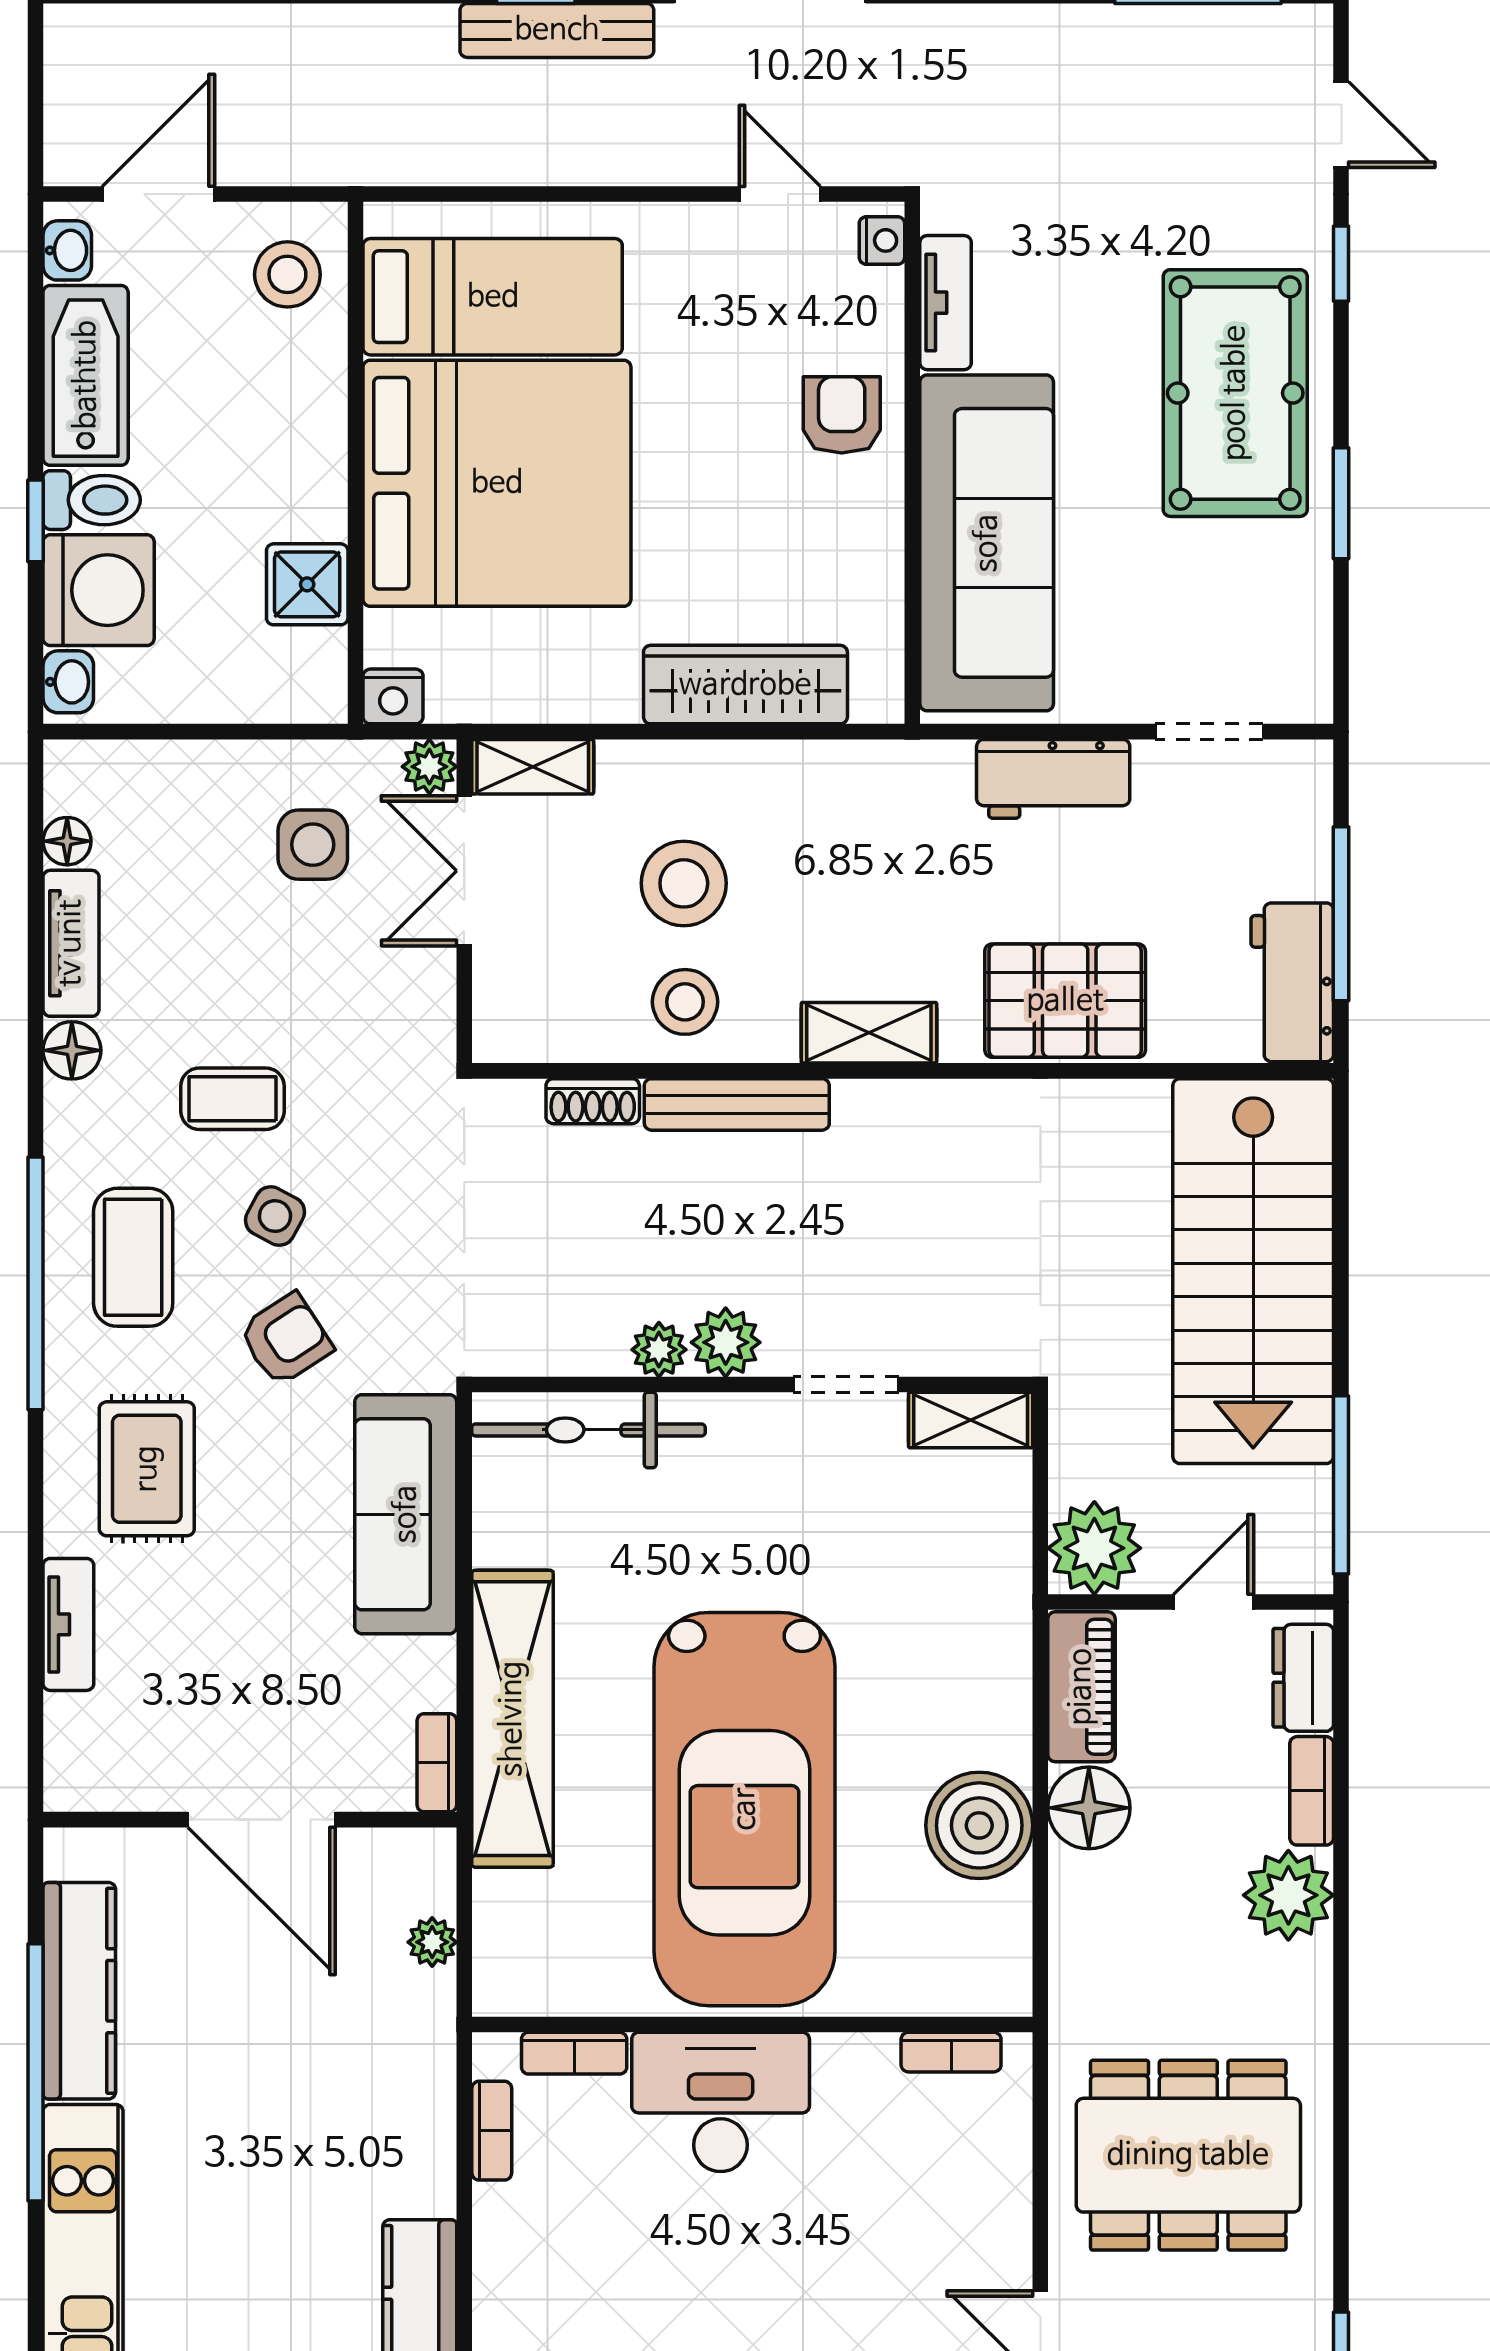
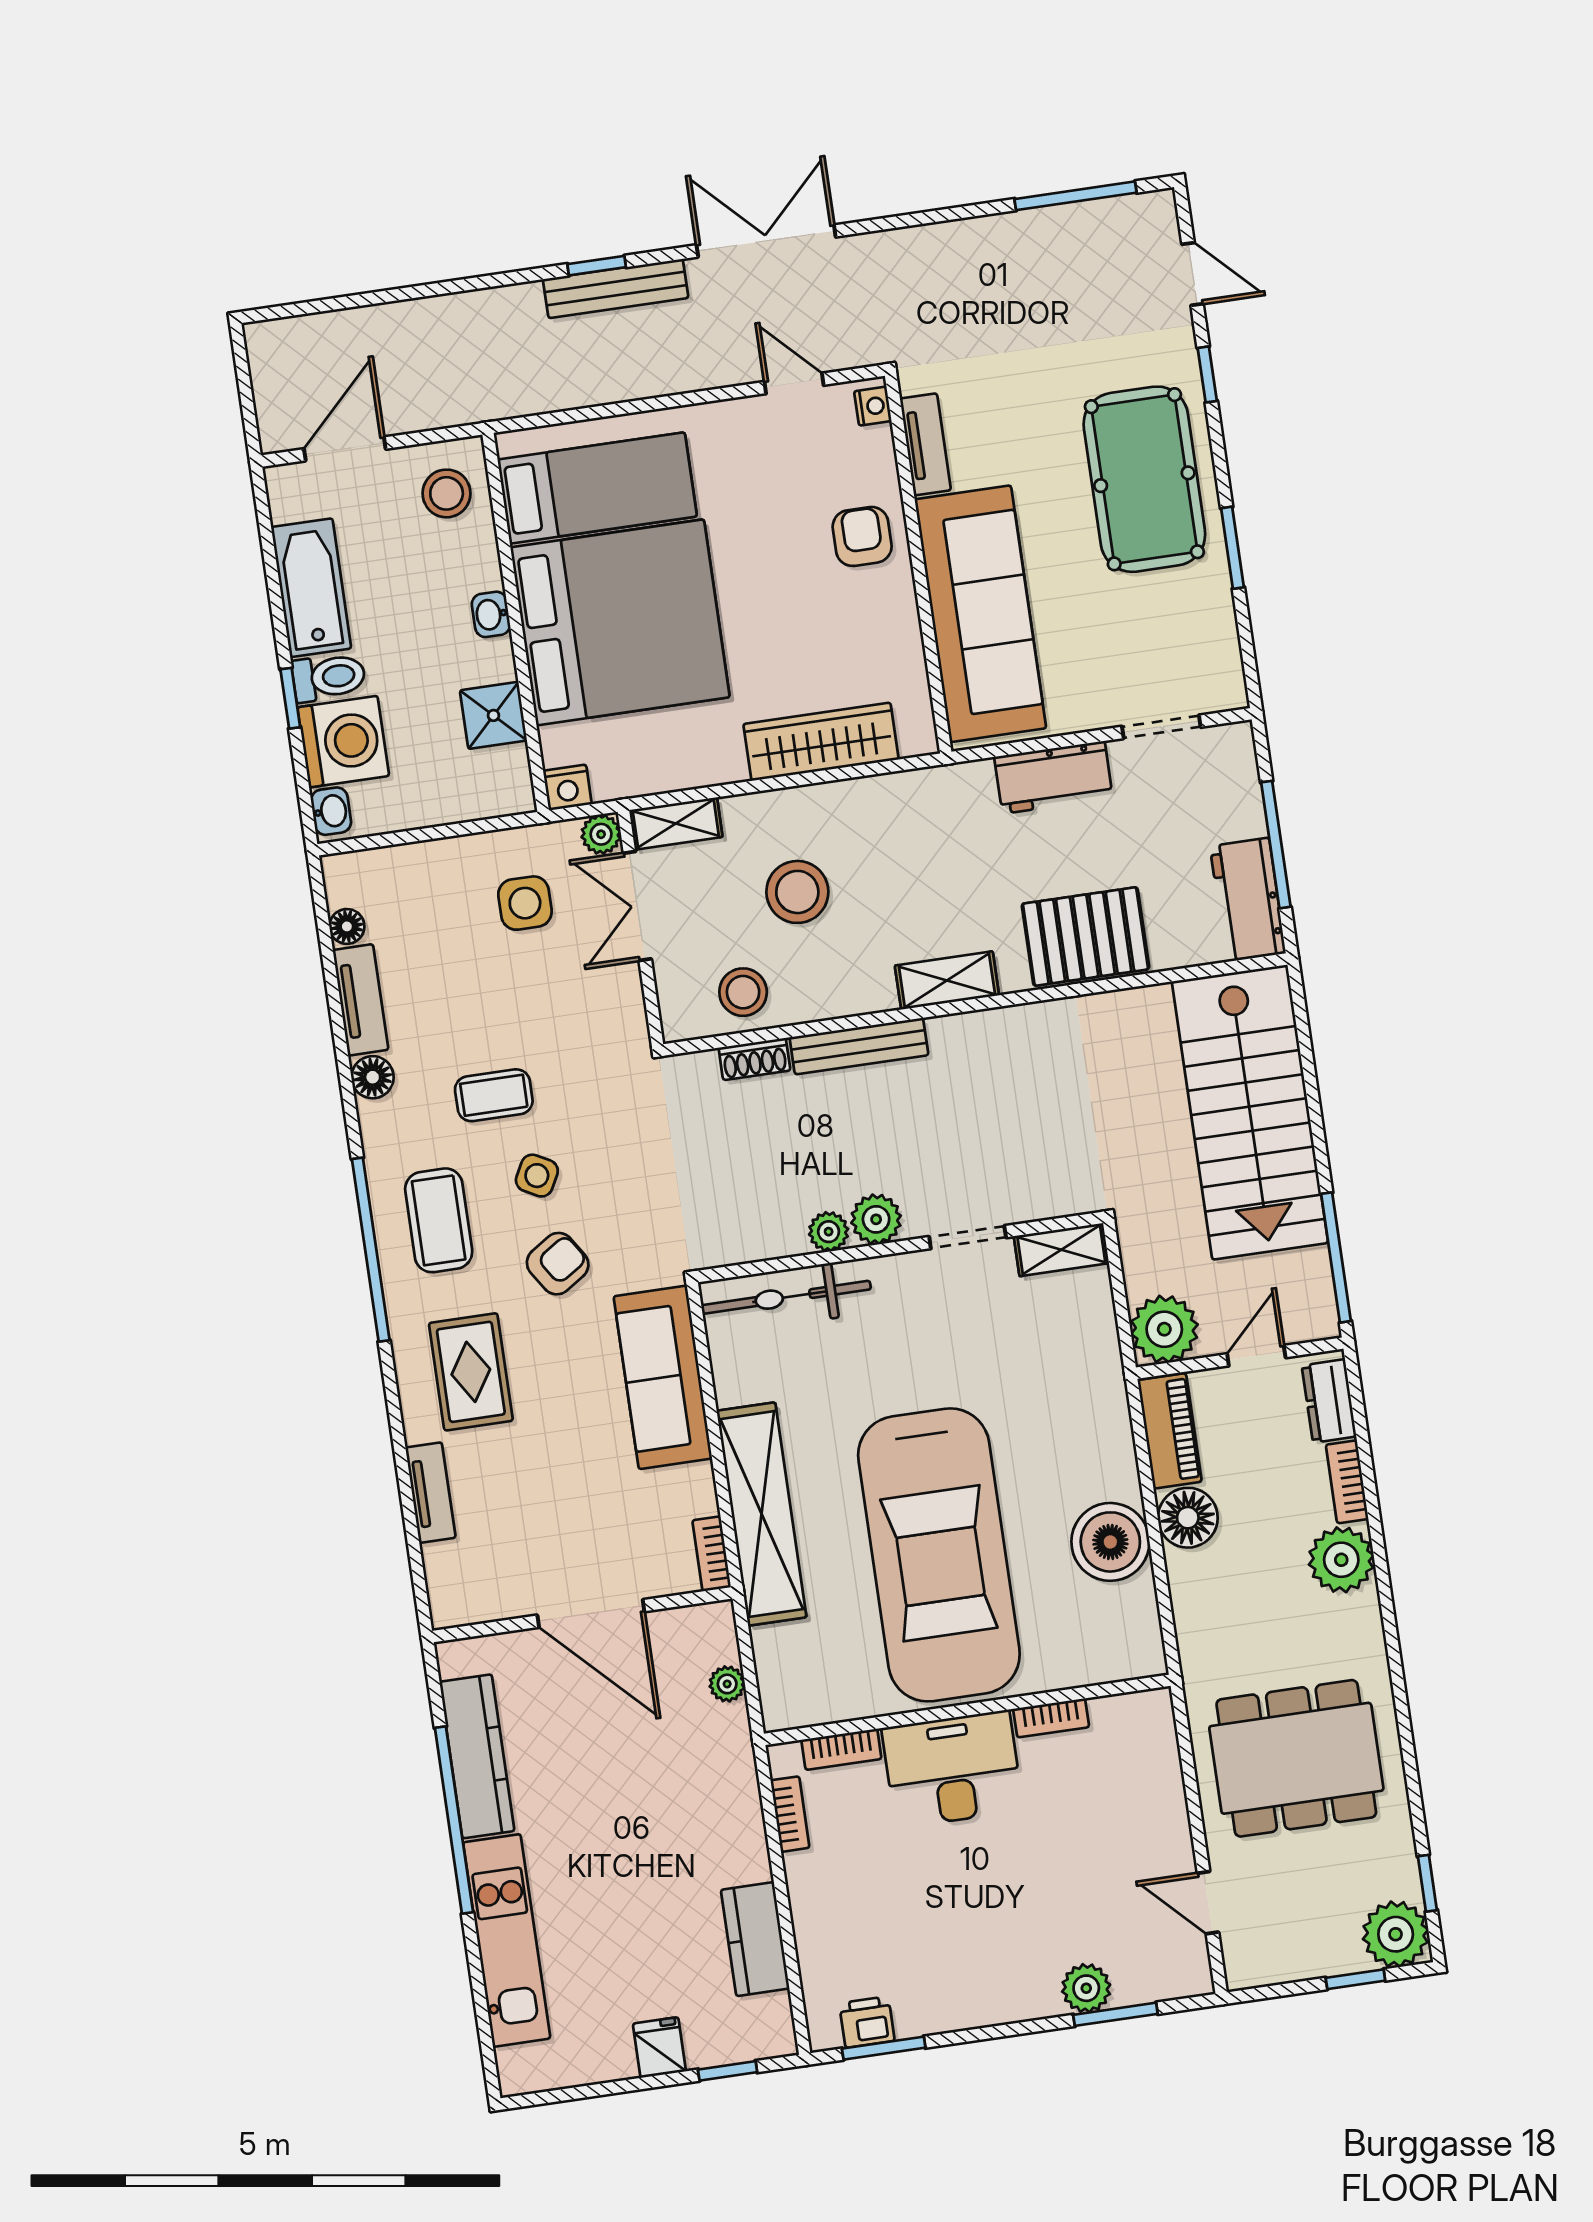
washbasin: (67, 250) -> (491, 614), moved, turned 180
stool: (685, 1002) -> (743, 992), moved
bookcase: (951, 2052) -> (1051, 1718), moved

